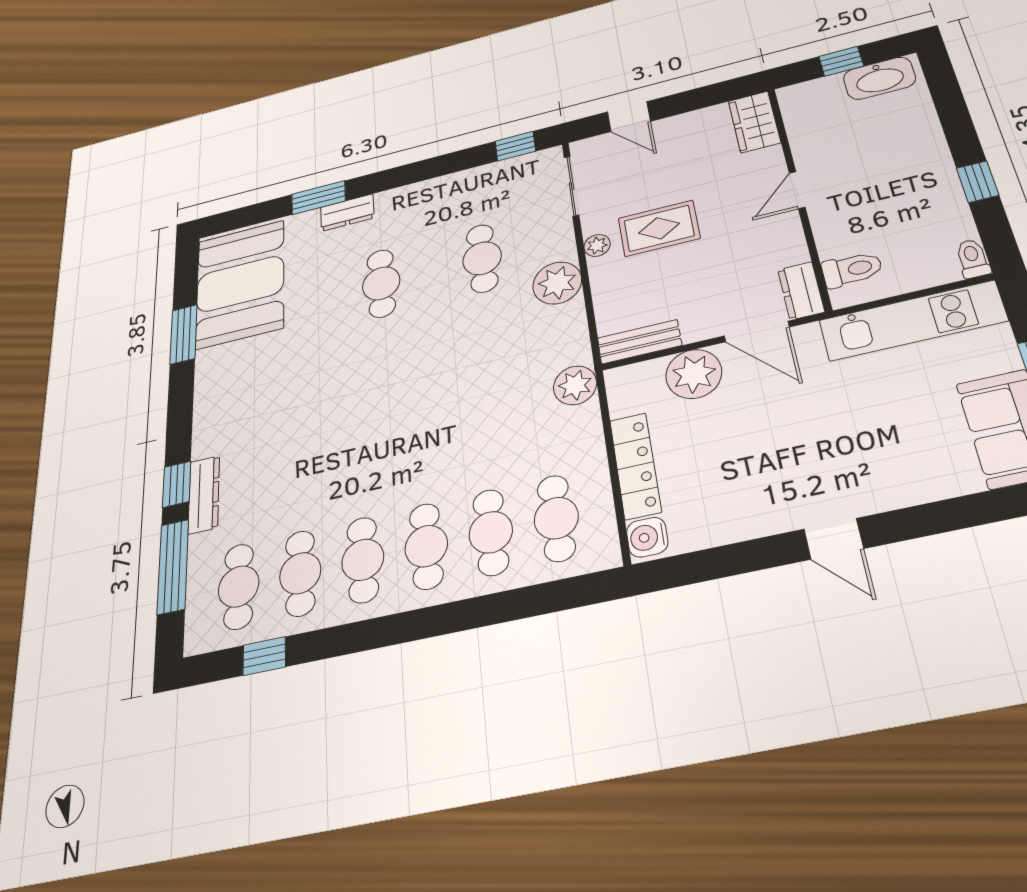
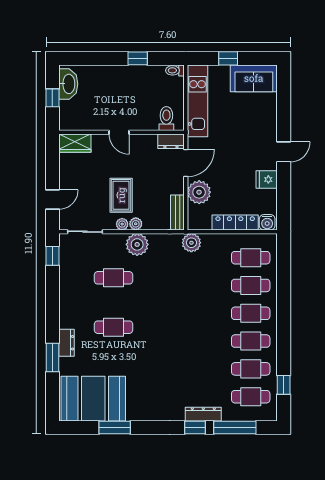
plant: (601, 270) -> (136, 224), added
fridge: (754, 514) -> (267, 179), added

